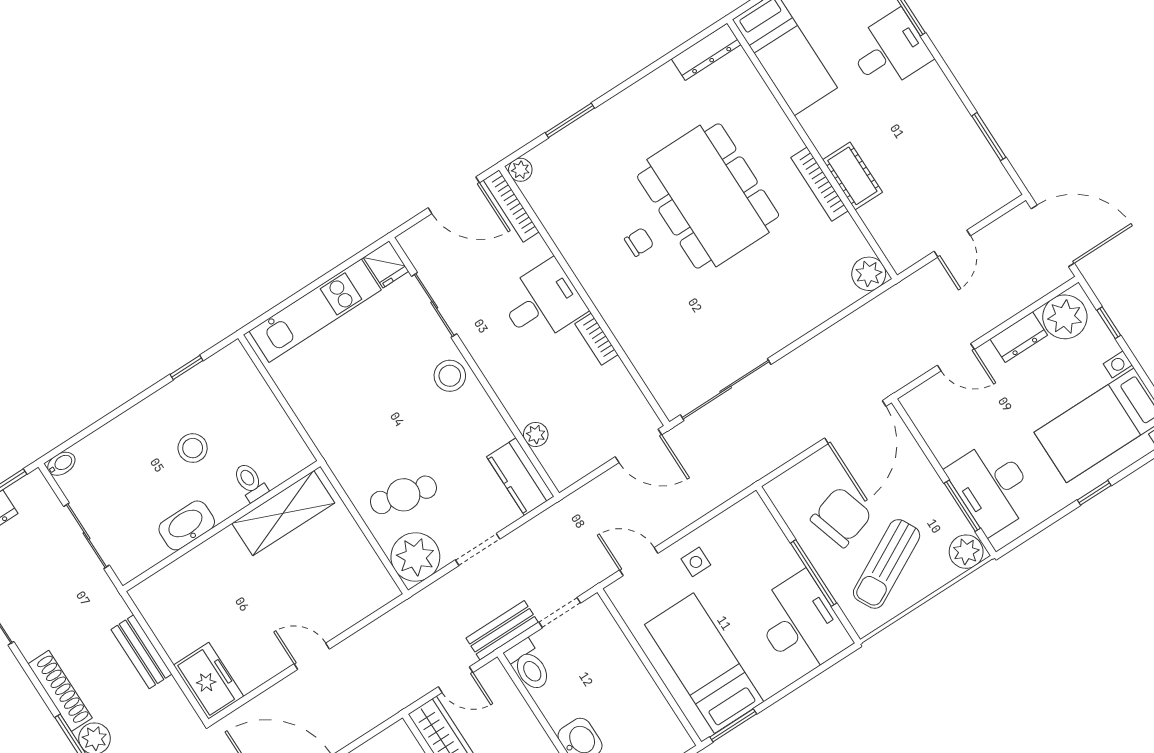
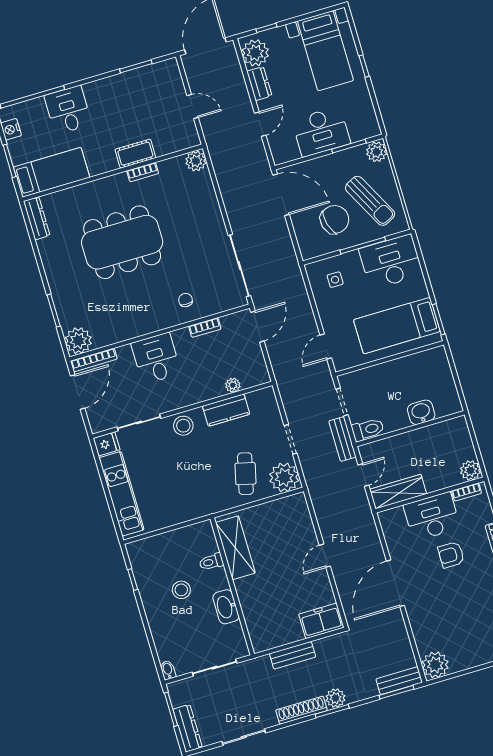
plant: (520, 170) -> (78, 341), width x1.88, depth x1.88
bookcase: (819, 184) -> (143, 172), width x0.64
chair: (639, 242) -> (186, 300), moved
bookcase: (597, 339) -> (205, 328), moved
kitchen counter: (520, 477) -> (226, 410), moved
desk: (992, 487) -> (321, 132), moved
chair: (841, 517) -> (335, 219), turned 91
side table: (696, 562) -> (335, 280), moved

